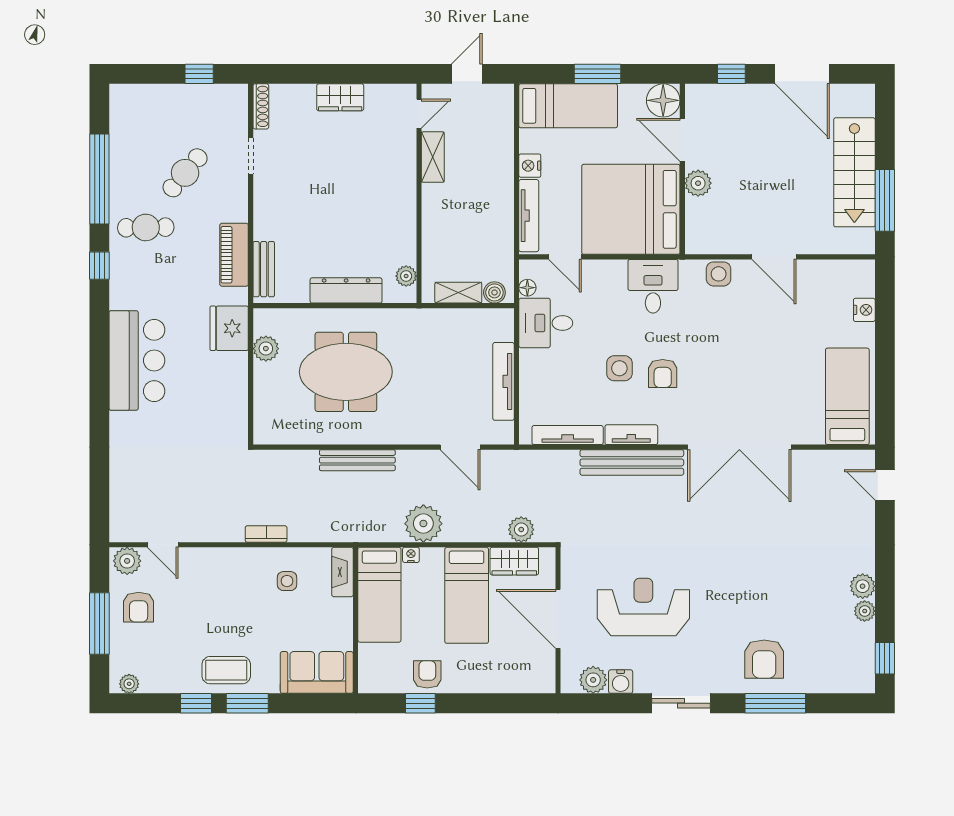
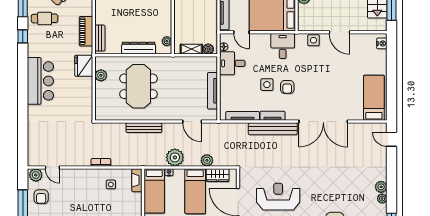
nightstand: (864, 310) -> (382, 43), moved
meeting table: (346, 372) -> (138, 86), turned 90
plant: (521, 530) -> (207, 160), moved

